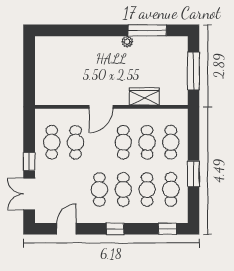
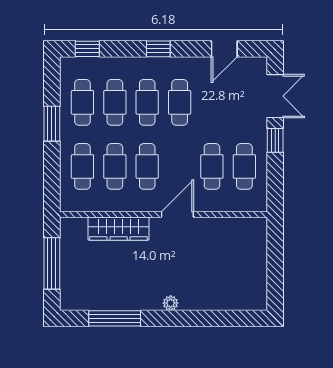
plant: (127, 42) -> (171, 303), moved
wardrobe: (144, 97) -> (119, 229), width x1.50

